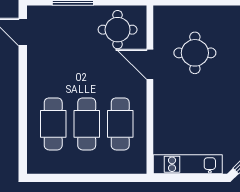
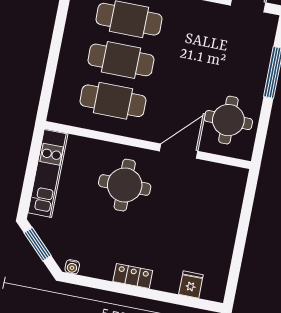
round table: (195, 53) -> (125, 185), moved

